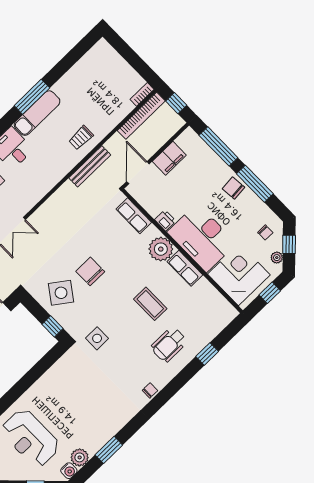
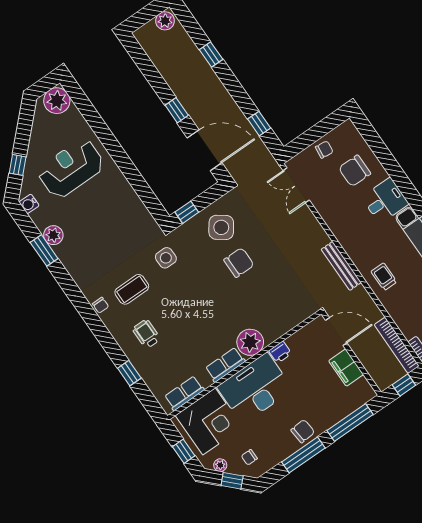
bench: (90, 166) -> (341, 266), moved
row of seats: (134, 216) -> (184, 393), moved
coffee table: (150, 304) -> (132, 289), moved
wheelchair: (169, 344) -> (146, 334), width x0.73, depth x0.73
plant: (80, 457) -> (53, 235), moved

